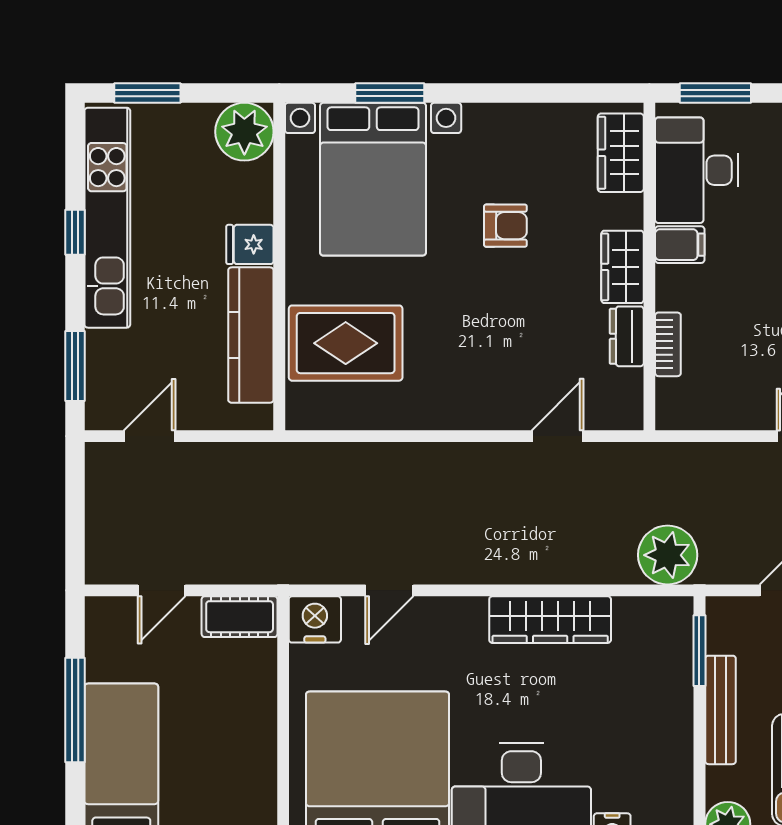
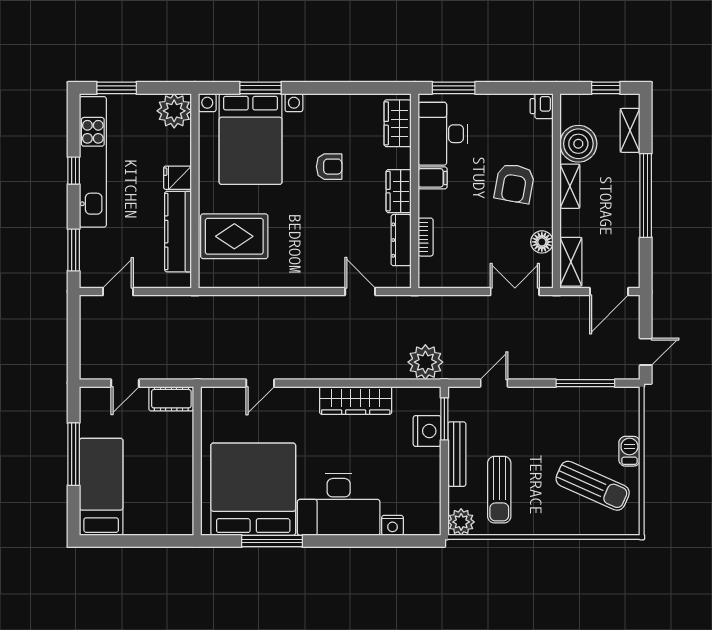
dresser: (627, 336) -> (401, 240), width x1.44
door: (558, 436) -> (360, 292), hinge flipped
nightstand: (315, 619) -> (427, 431), moved, turned 90

